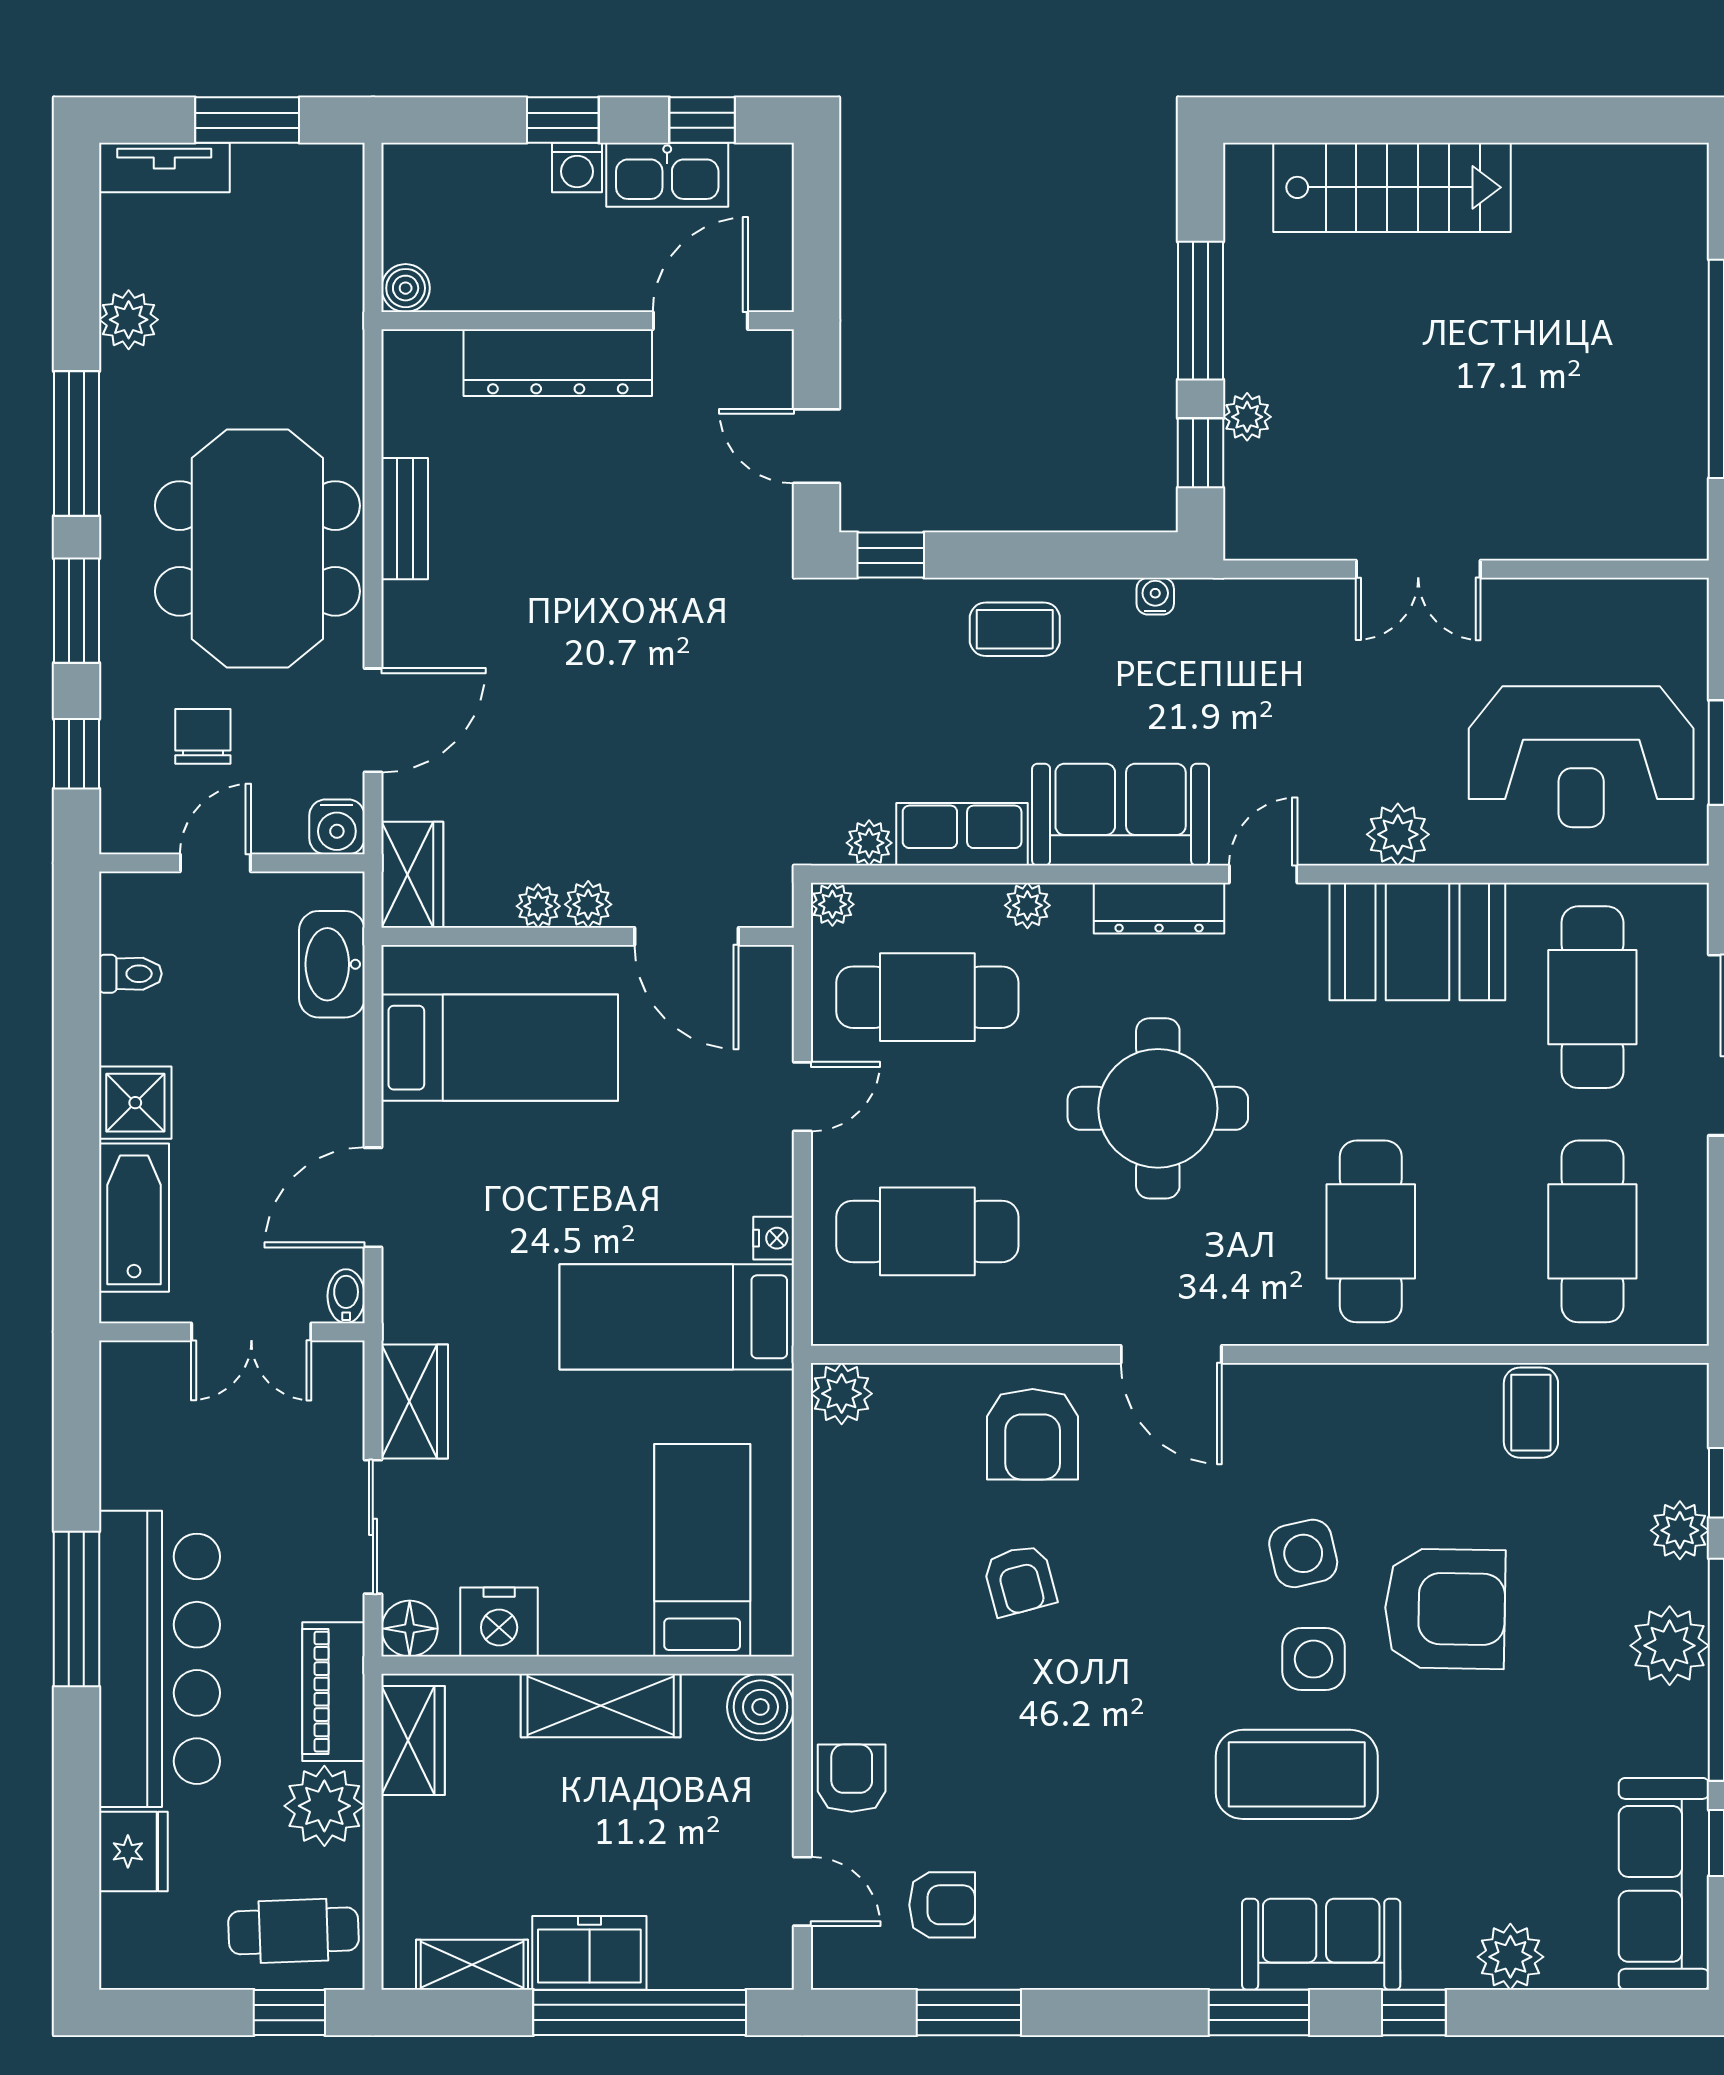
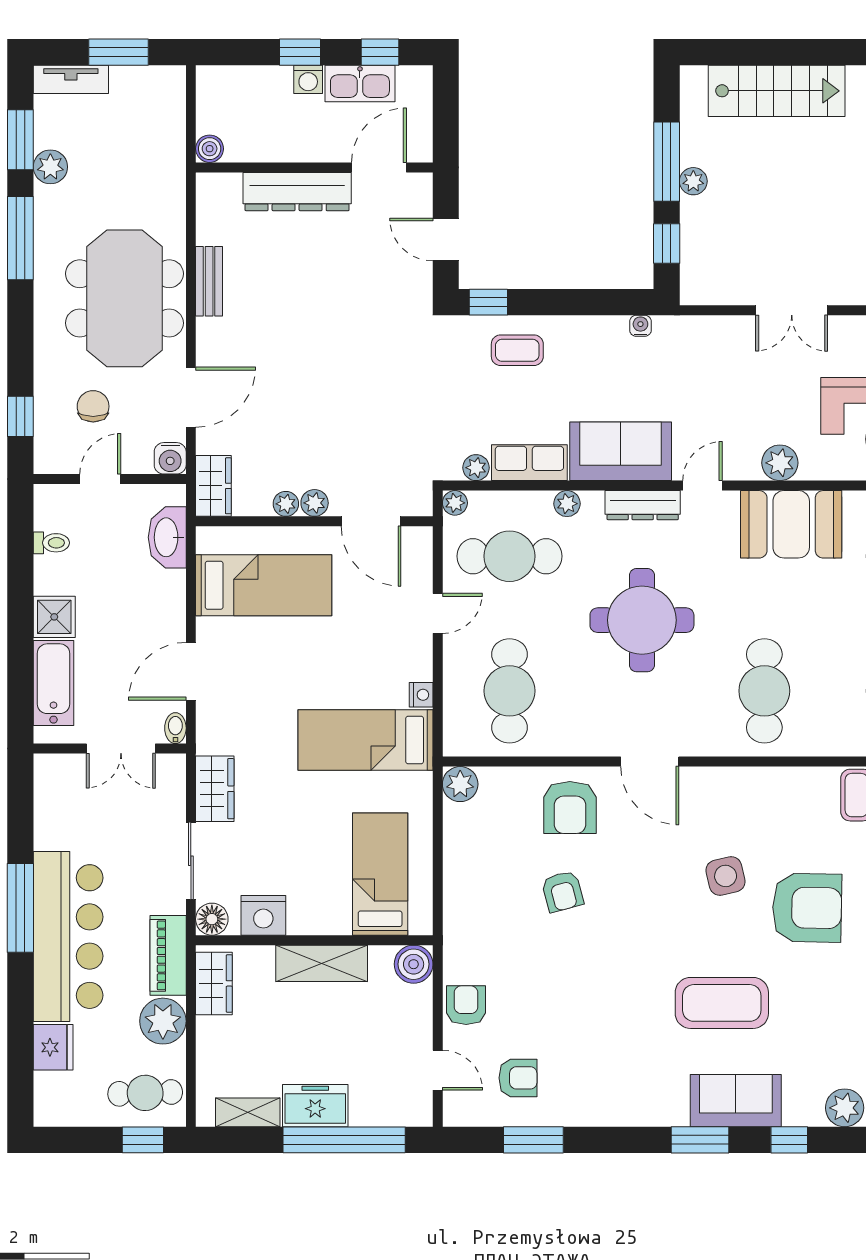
plant: (1247, 417) -> (693, 181), moved
window: (76, 611) -> (20, 140), moved
coffee table: (1015, 629) -> (517, 350), moved
cafe table: (927, 1231) -> (509, 691), turned 90
side table: (1314, 1659) -> (731, 937), removed

